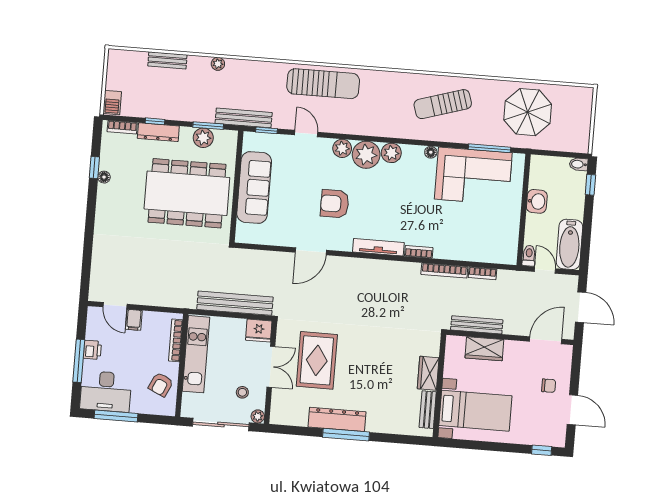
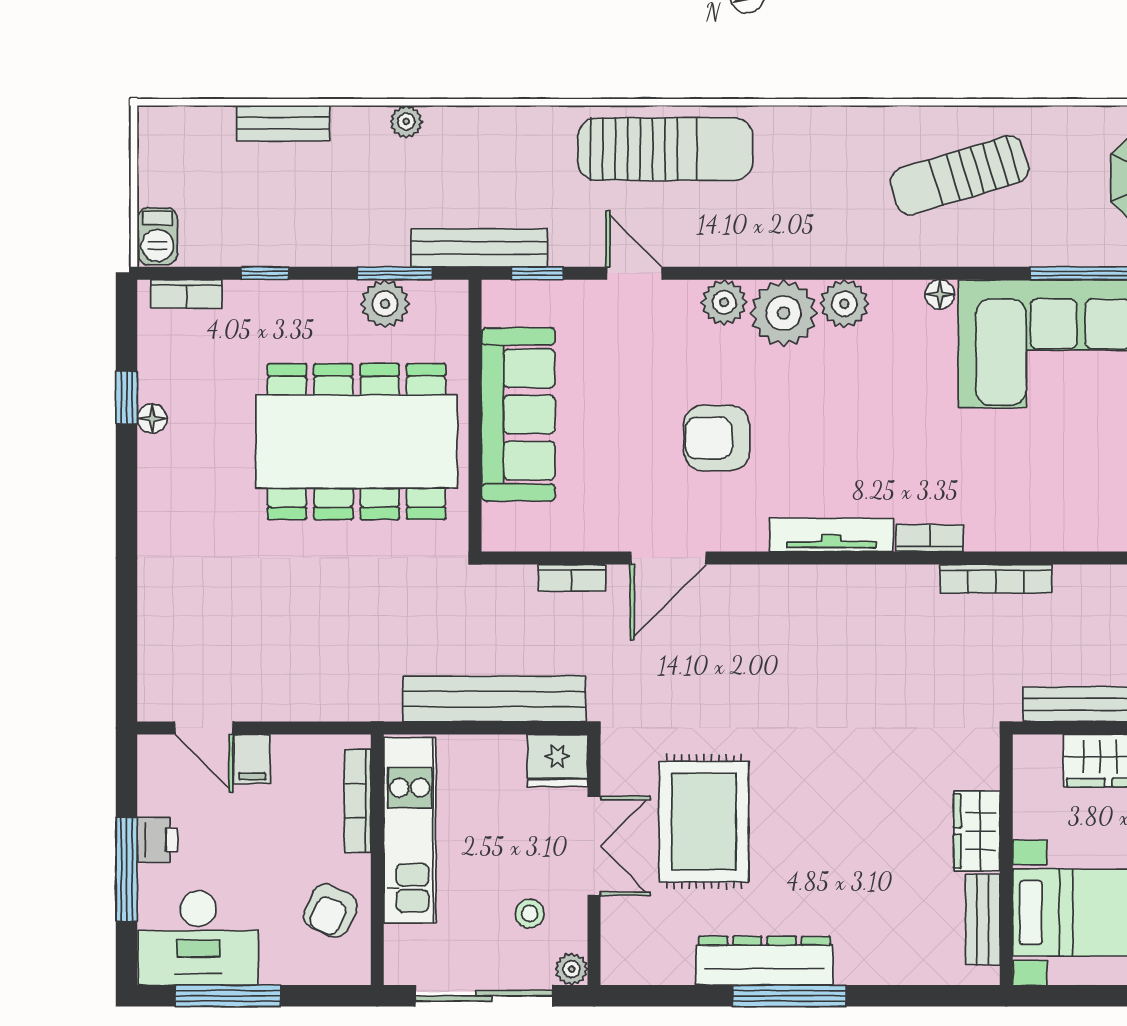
dresser: (158, 132) -> (275, 299), removed
bookcase: (482, 273) -> (572, 578), moved

